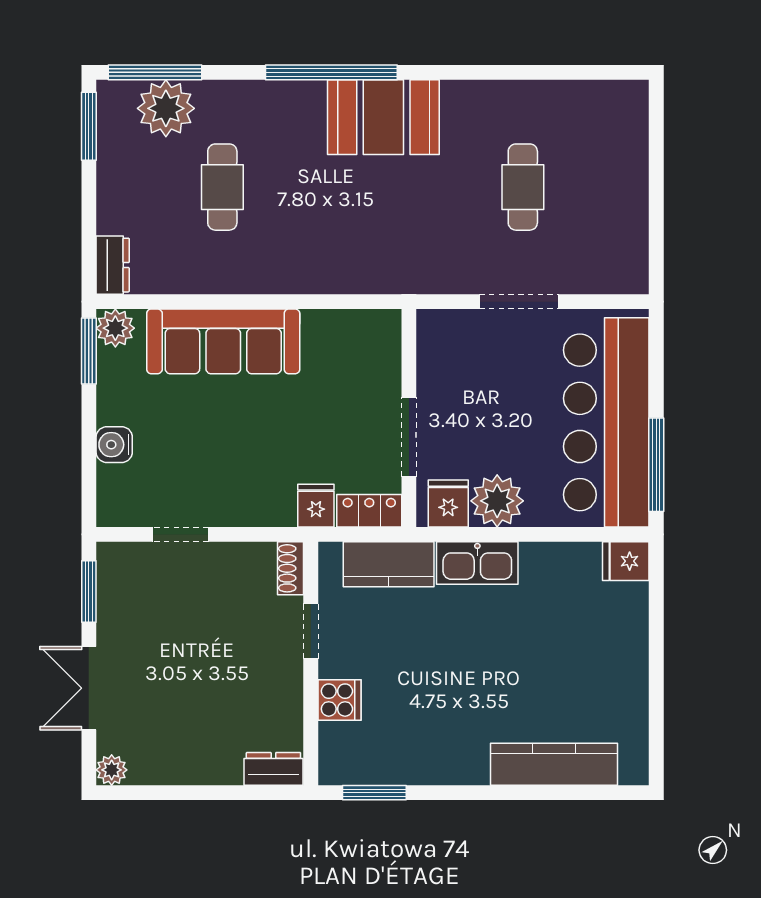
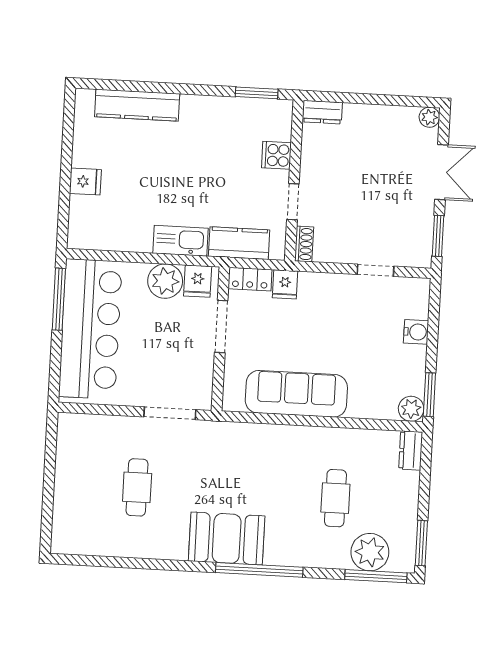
doorway: (519, 302) -> (170, 413), moved
sofa: (223, 341) -> (296, 394), moved
fridge: (626, 561) -> (85, 182), moved

